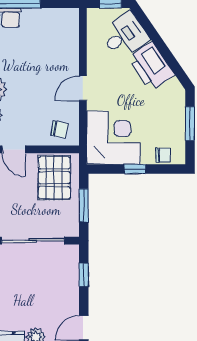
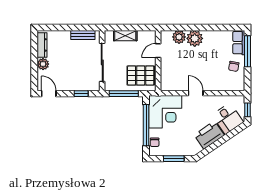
chair: (59, 129) -> (234, 66), moved
window: (135, 169) -> (146, 125), width x3.17
window: (84, 205) -> (124, 94), width x1.44

